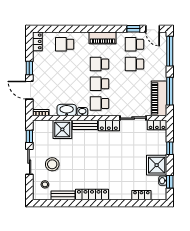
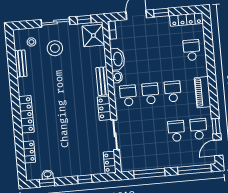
locker: (37, 41) -> (186, 20), width x1.53
piano: (159, 98) -> (140, 162), removed
shower: (62, 129) -> (93, 35), moved
shower: (157, 165) -> (64, 166), removed
locker: (92, 195) -> (26, 114), moved

